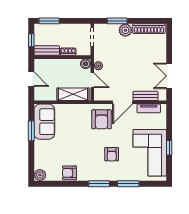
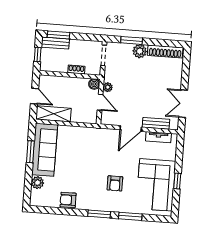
bench: (47, 51) -> (55, 43), moved
shelving: (73, 94) -> (54, 114), moved
armchair: (102, 119) -> (107, 145), removed
sofa: (44, 122) -> (45, 150), width x1.36
plant: (40, 175) -> (37, 183), moved

